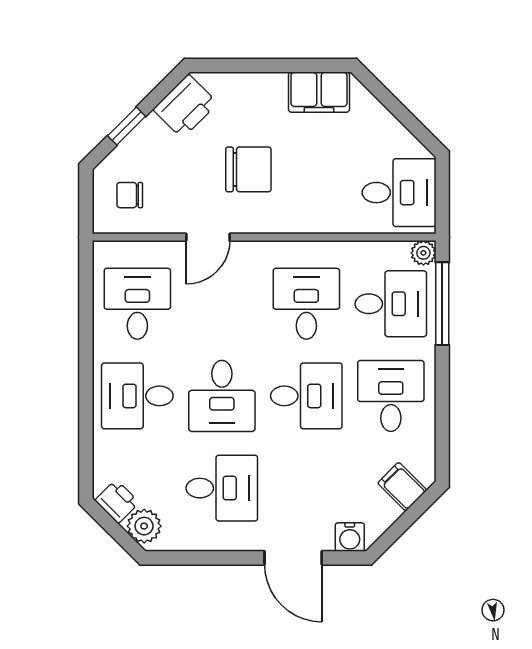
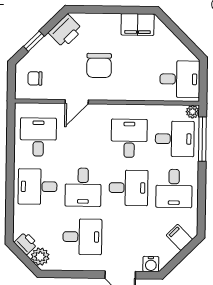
chair: (248, 169) -> (99, 65), turned 90
desk: (391, 396) -> (174, 188), turned 180

